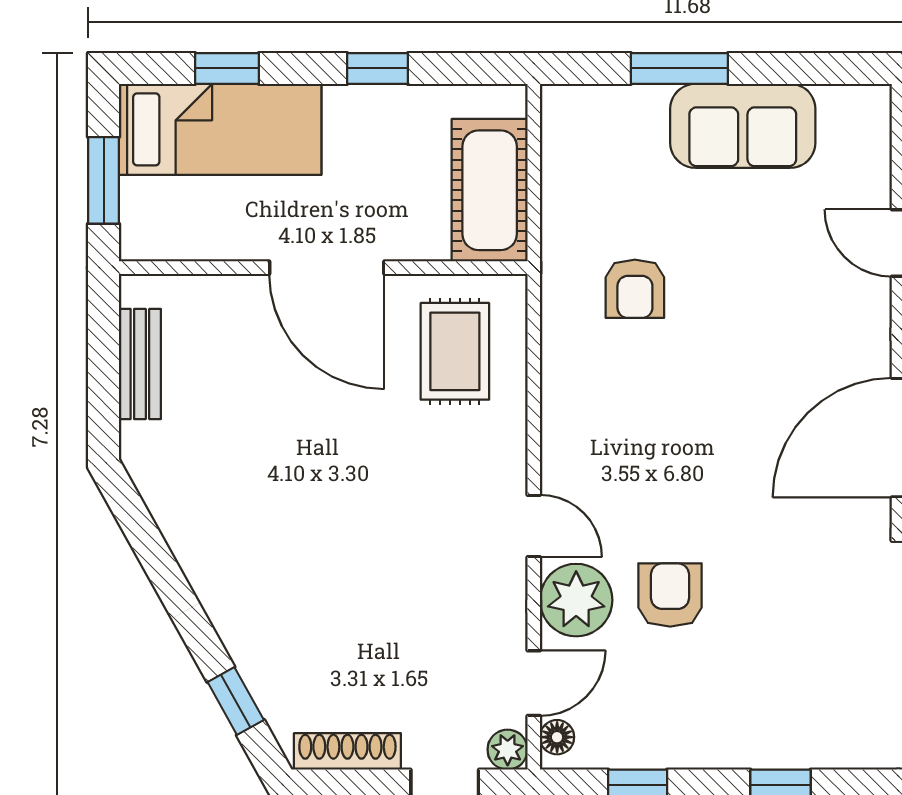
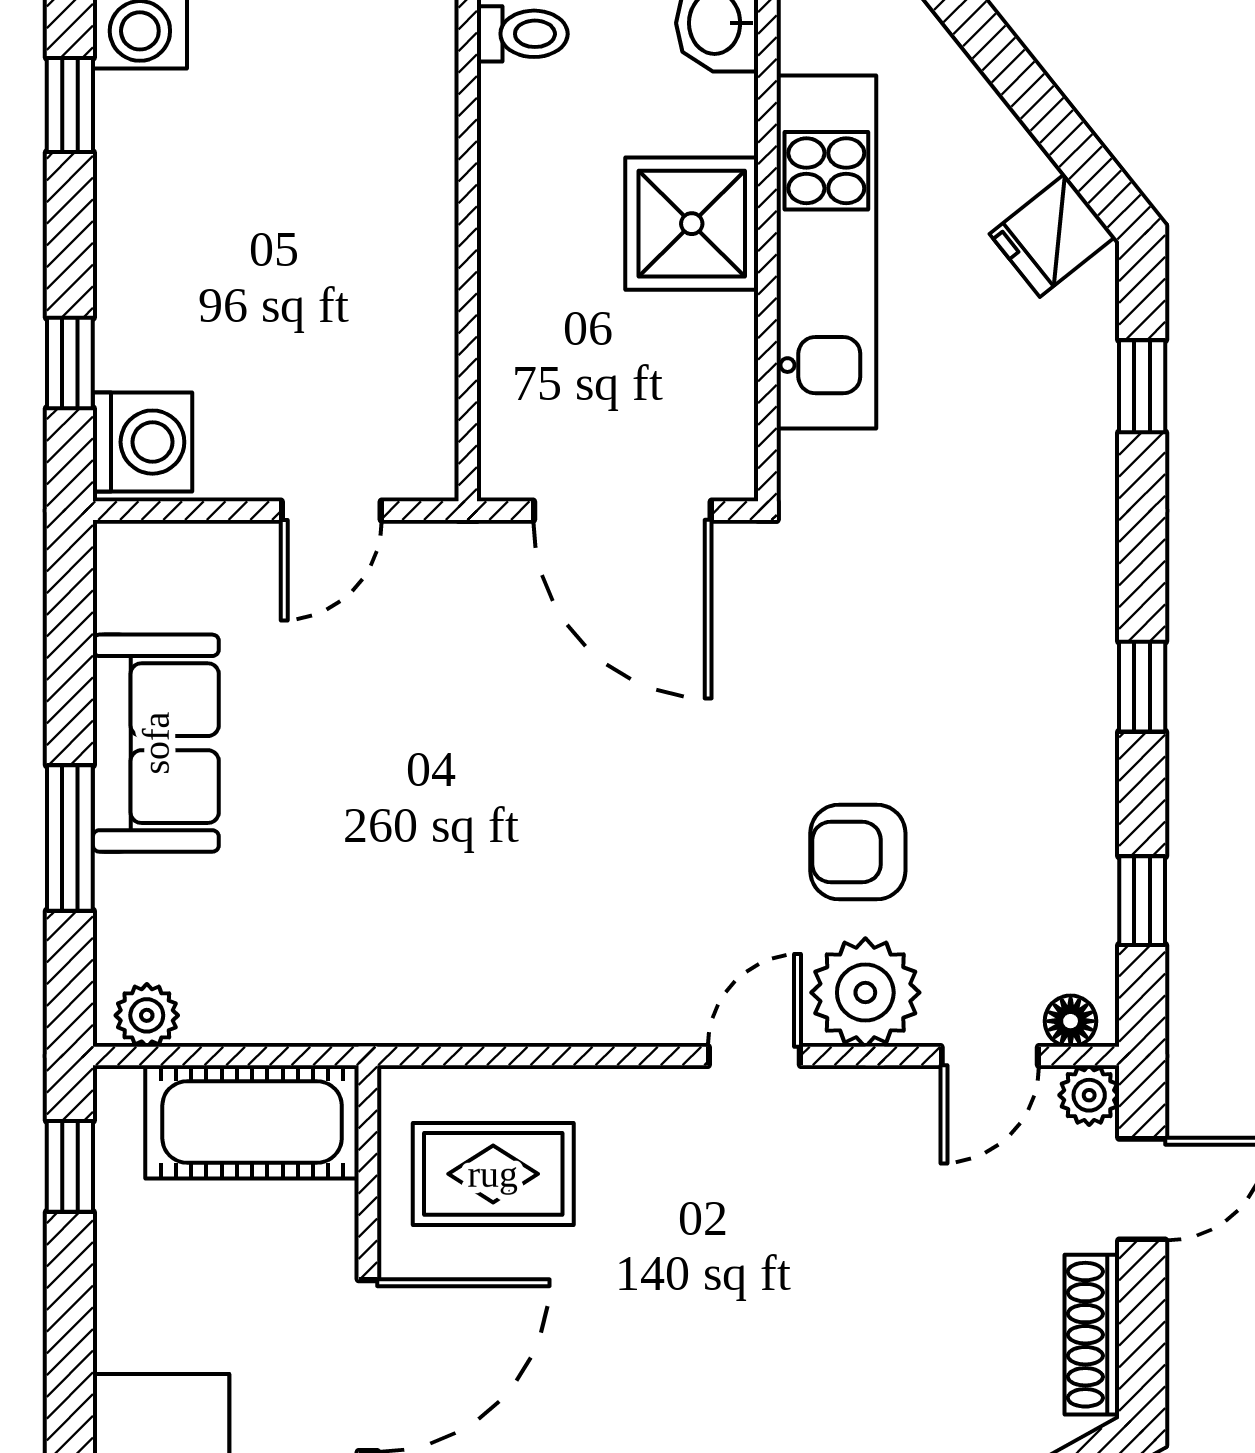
window: (378, 68) -> (70, 1166), moved
plant: (561, 120) -> (147, 1015), added
armchair: (635, 289) -> (399, 905), removed
door: (534, 683) -> (990, 1056), swing flipped

